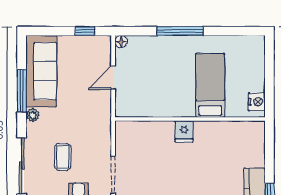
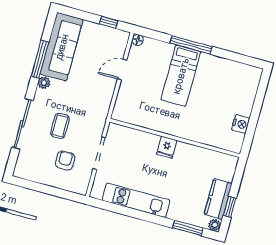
bed: (210, 85) -> (181, 76), moved, turned 180
wall: (190, 119) -> (175, 138), moved
fridge: (184, 131) -> (167, 147), moved

